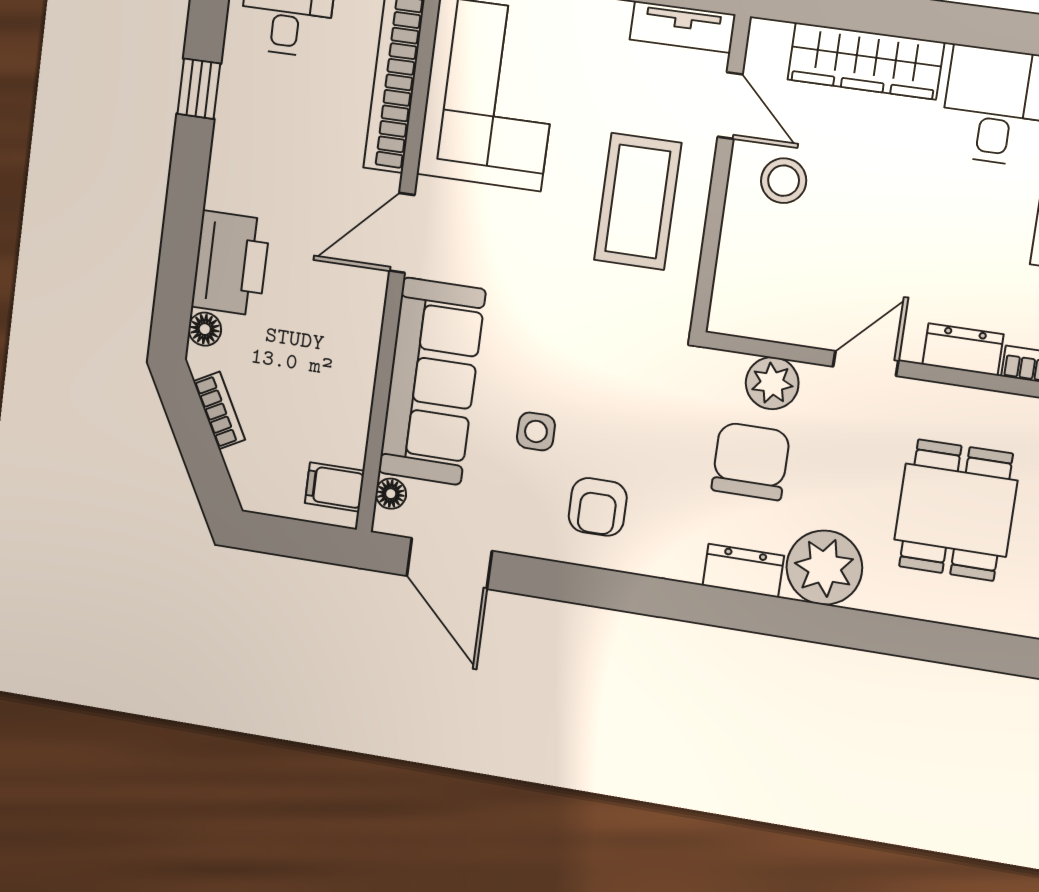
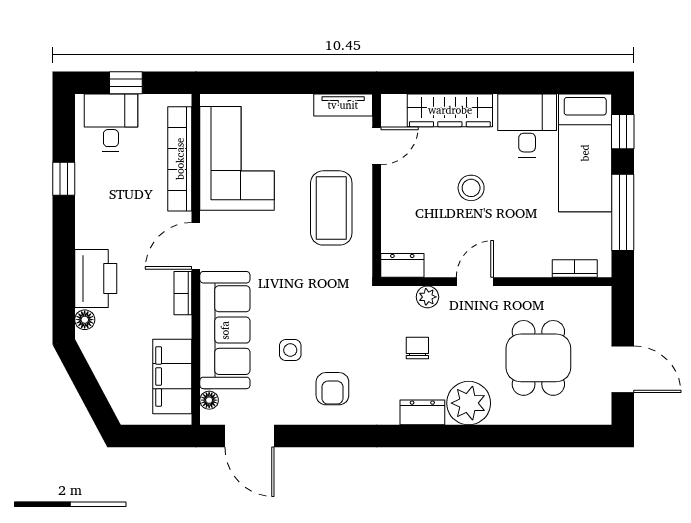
door: (730, 105) -> (377, 146), hinge flipped
stool: (784, 181) -> (471, 188), moved
dresser: (963, 349) -> (402, 265), moved
plant: (772, 383) -> (427, 297), width x0.73, depth x0.73
bookcase: (219, 410) -> (183, 293), moved, turned -152
chair: (751, 461) -> (417, 348), width x0.54, depth x0.54
filing cabinet: (335, 487) -> (172, 376), width x3.00, depth x1.17

